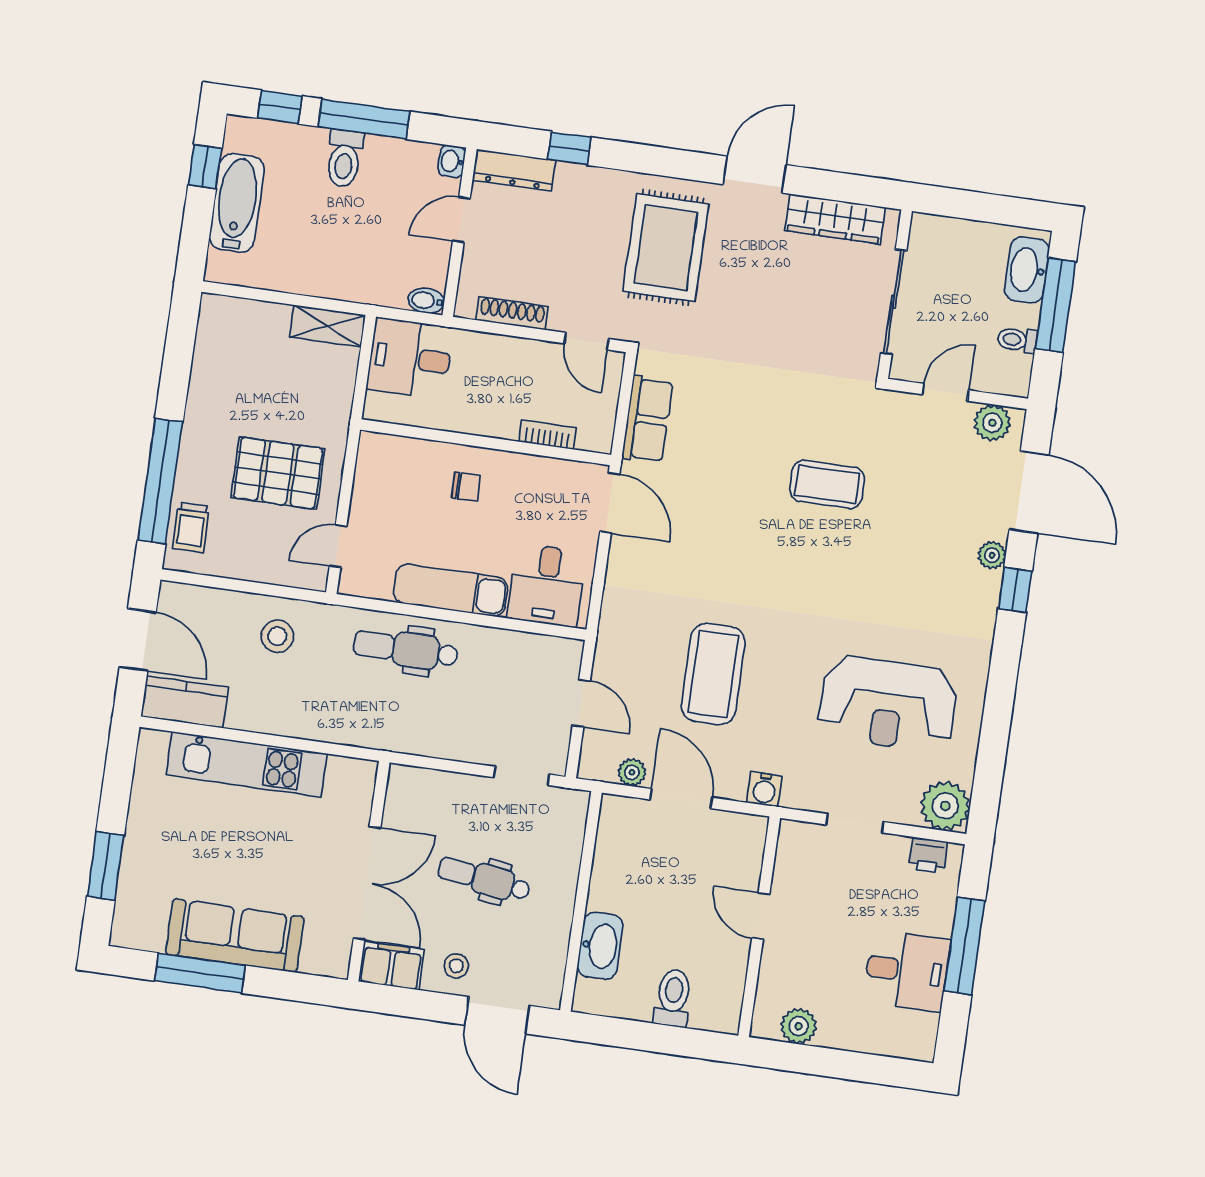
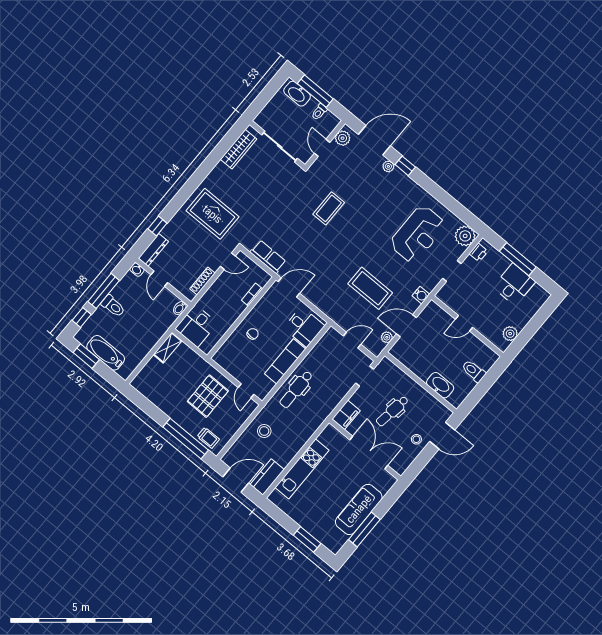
window: (205, 167) -> (86, 356), width x1.50
door: (755, 175) -> (206, 168), removed
filing cabinet: (391, 966) -> (346, 415), moved, turned 180

